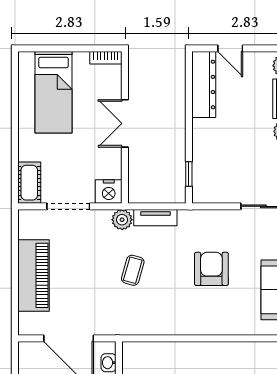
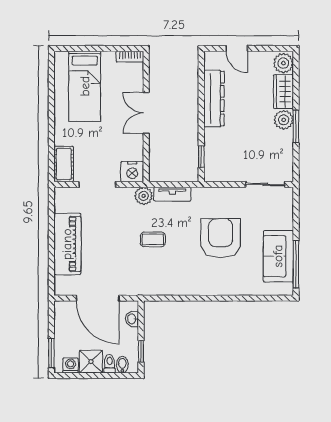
dresser: (204, 84) -> (214, 99), moved
armchair: (211, 269) -> (221, 238), width x1.36, depth x1.36
coffee table: (133, 270) -> (153, 239), turned 74

